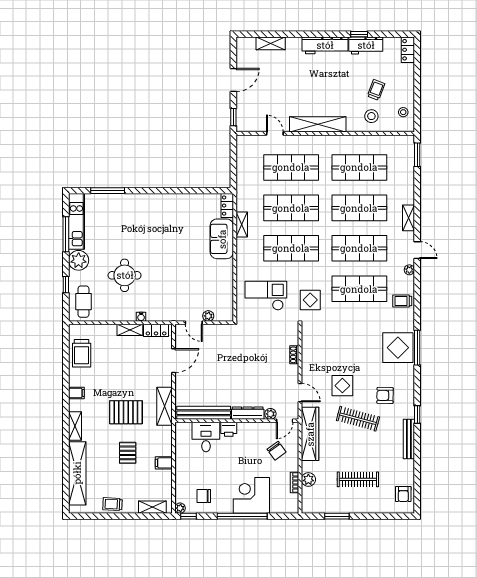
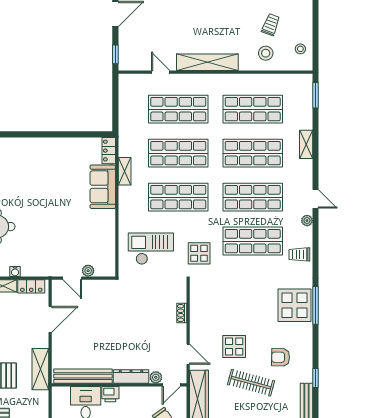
shelving: (409, 218) -> (306, 144), moved

